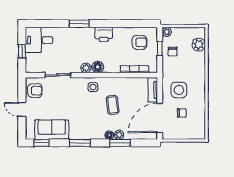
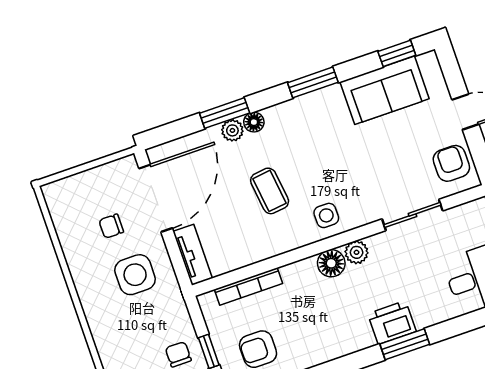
printer: (104, 34) -> (392, 322), moved
armchair: (35, 91) -> (451, 163), turned 90

